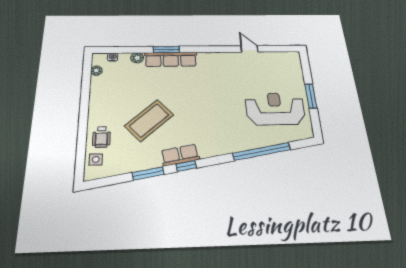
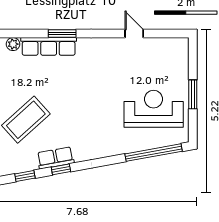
window: (166, 50) -> (62, 34), moved
window: (262, 151) -> (154, 153), moved
window: (148, 173) -> (25, 176), width x0.67

